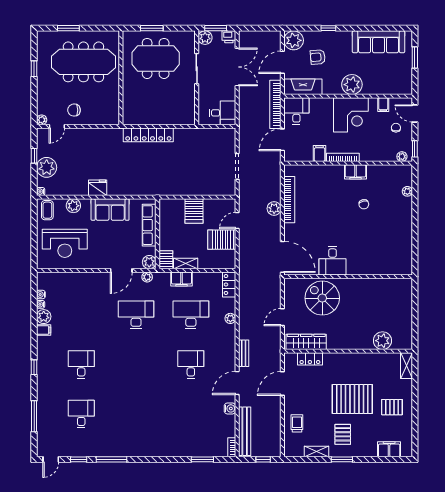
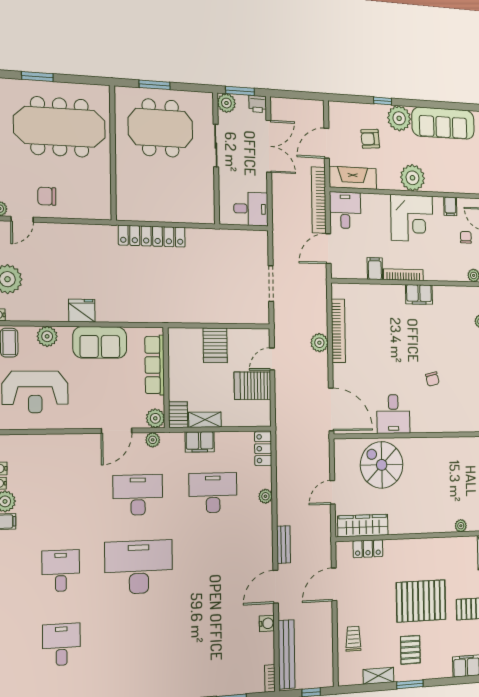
plant: (294, 40) -> (399, 118), moved
chair: (364, 204) -> (432, 379), moved
plant: (382, 341) -> (461, 526), width x0.53, depth x0.53
desk: (191, 364) -> (139, 567), moved, width x1.87, depth x1.30

